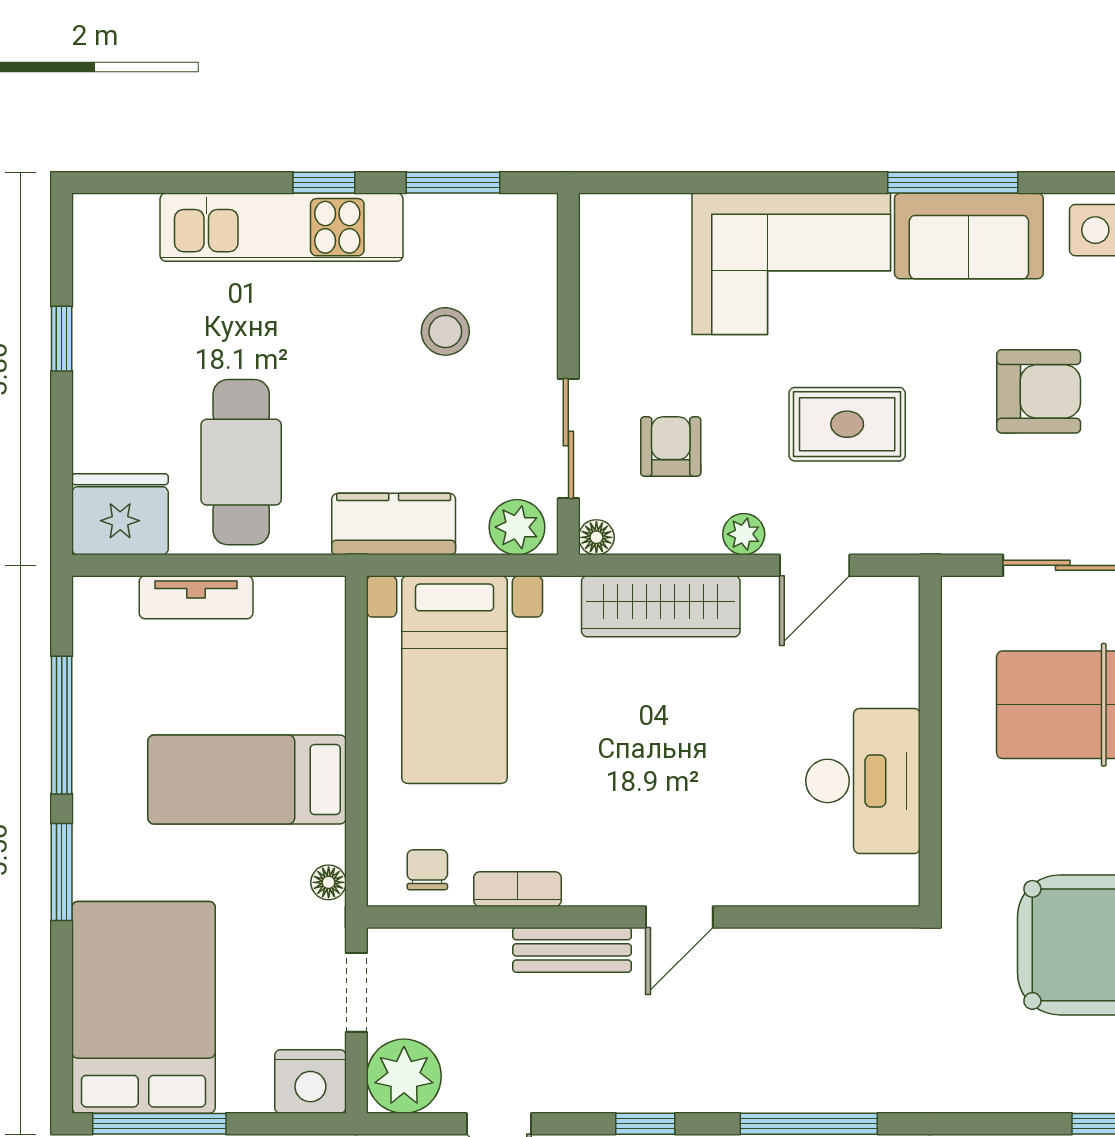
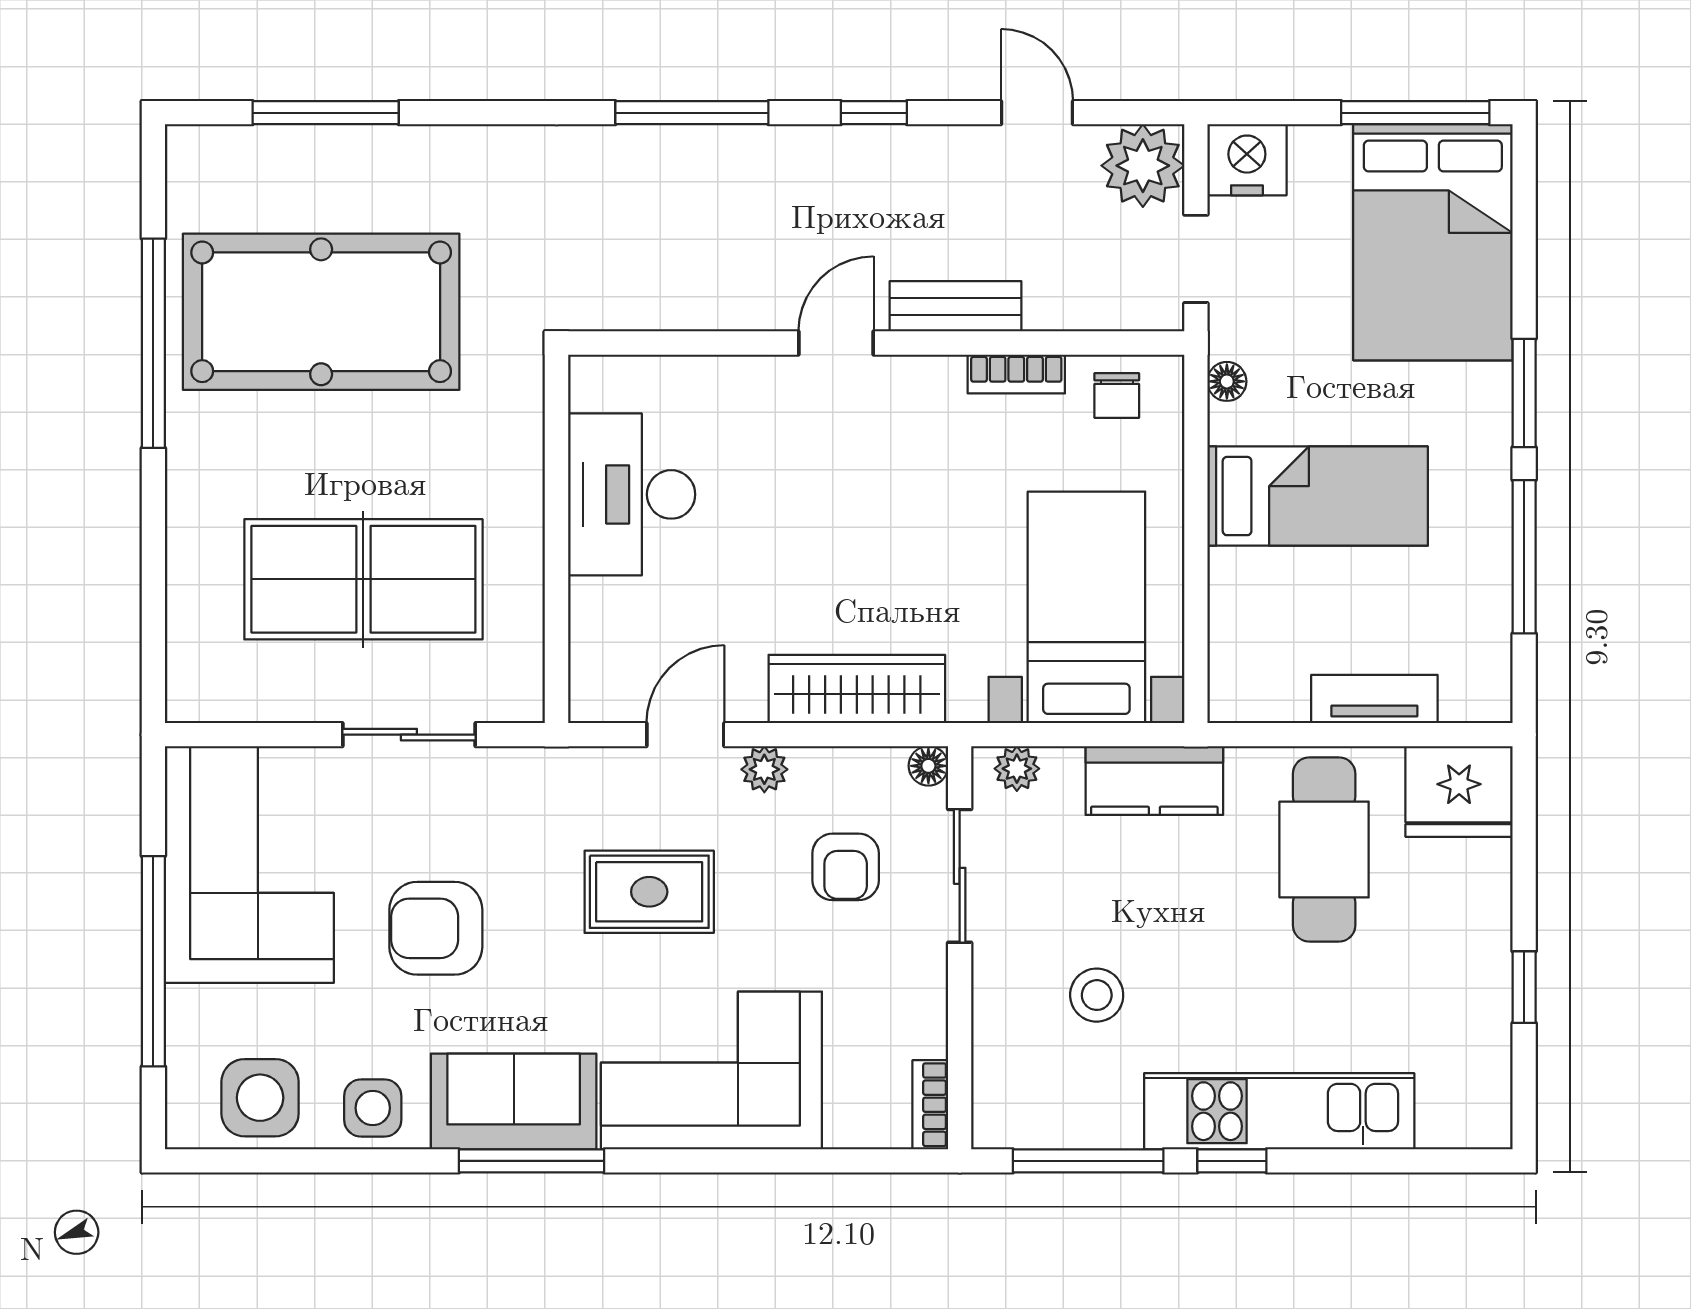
window: (453, 183) -> (1088, 1161), width x1.44
bookcase: (595, 233) -> (930, 1105), added
plant: (517, 527) -> (1017, 769), width x0.73, depth x0.73

